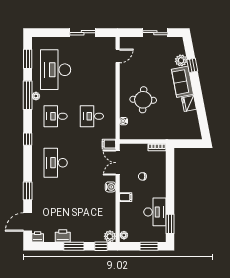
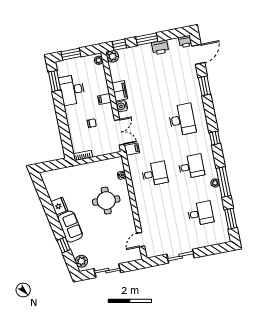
plant: (181, 60) -> (81, 261), moved
desk: (56, 70) -> (200, 213), width x0.53, depth x0.77
filing cabinet: (109, 202) -> (120, 91), added

